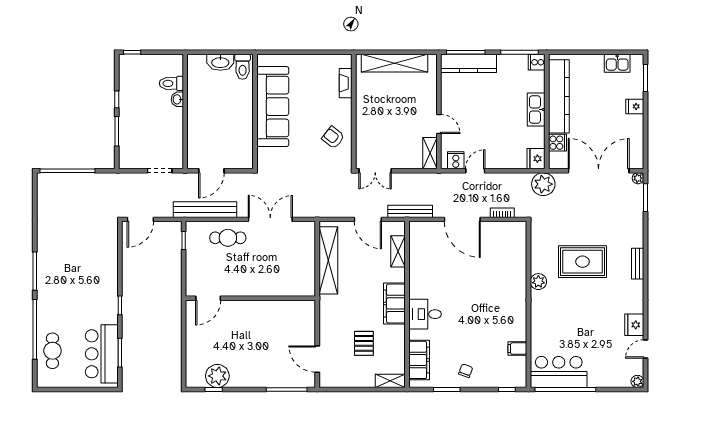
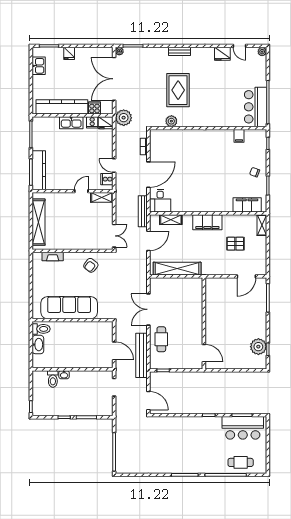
cooker: (537, 62) -> (92, 122), moved
plant: (538, 282) -> (171, 121), moved
desk: (425, 314) -> (160, 201), moved

